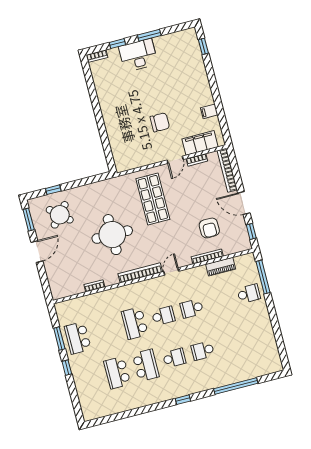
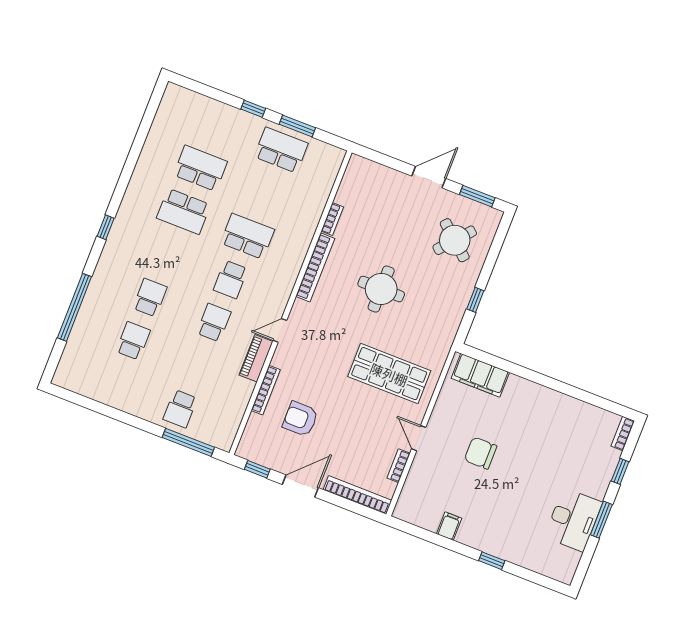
window: (203, 46) -> (492, 561), moved
desk: (138, 55) -> (573, 520), moved
chair: (160, 122) -> (481, 453), turned 90
filing cabinet: (200, 143) -> (480, 375), moved, turned 90
window: (53, 190) -> (475, 300), moved
round table: (112, 235) -> (381, 289), width x0.73, depth x0.73
door: (37, 252) -> (429, 177), swing flipped
piano: (221, 267) -> (256, 358), moved
door: (171, 271) -> (280, 330), swing flipped
bookcase: (140, 273) -> (315, 267), moved
school desk: (174, 358) -> (133, 341), moved, turned 180

